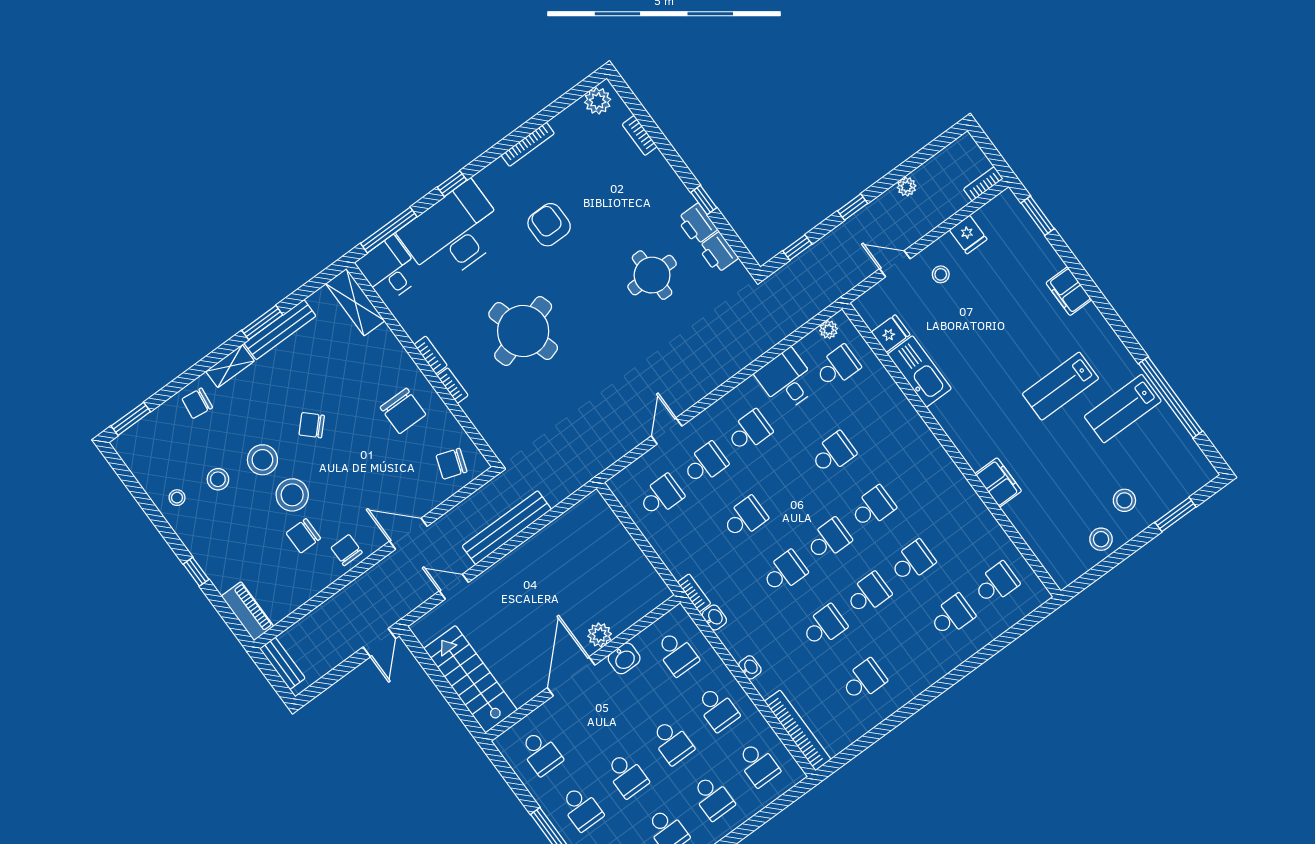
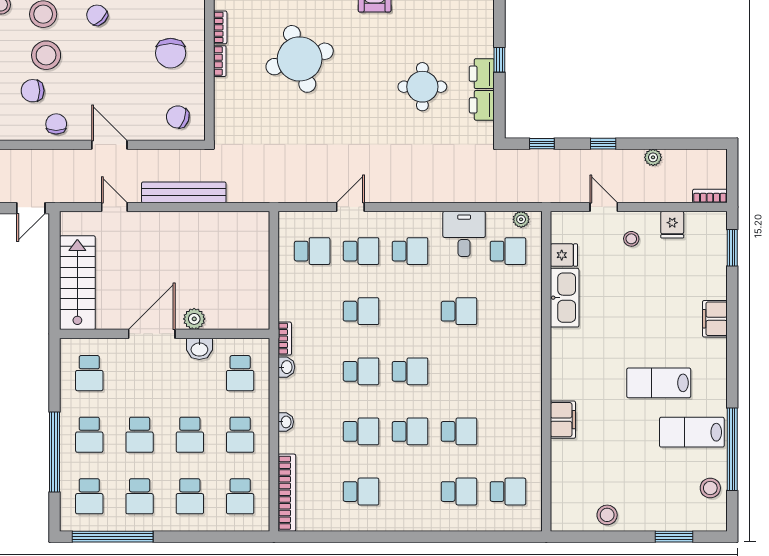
stool: (1124, 500) -> (710, 488), moved
school desk: (873, 507) -> (459, 371), removed

